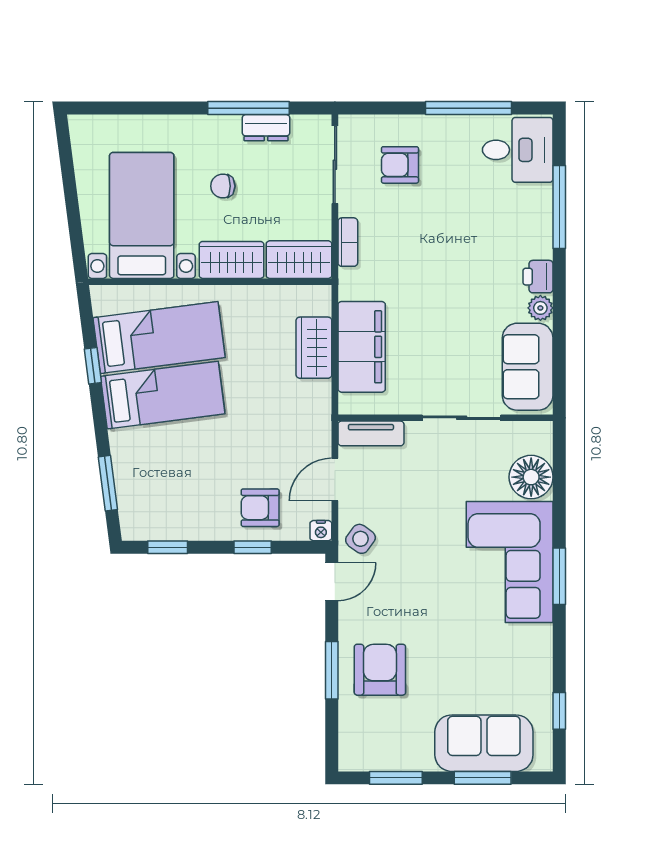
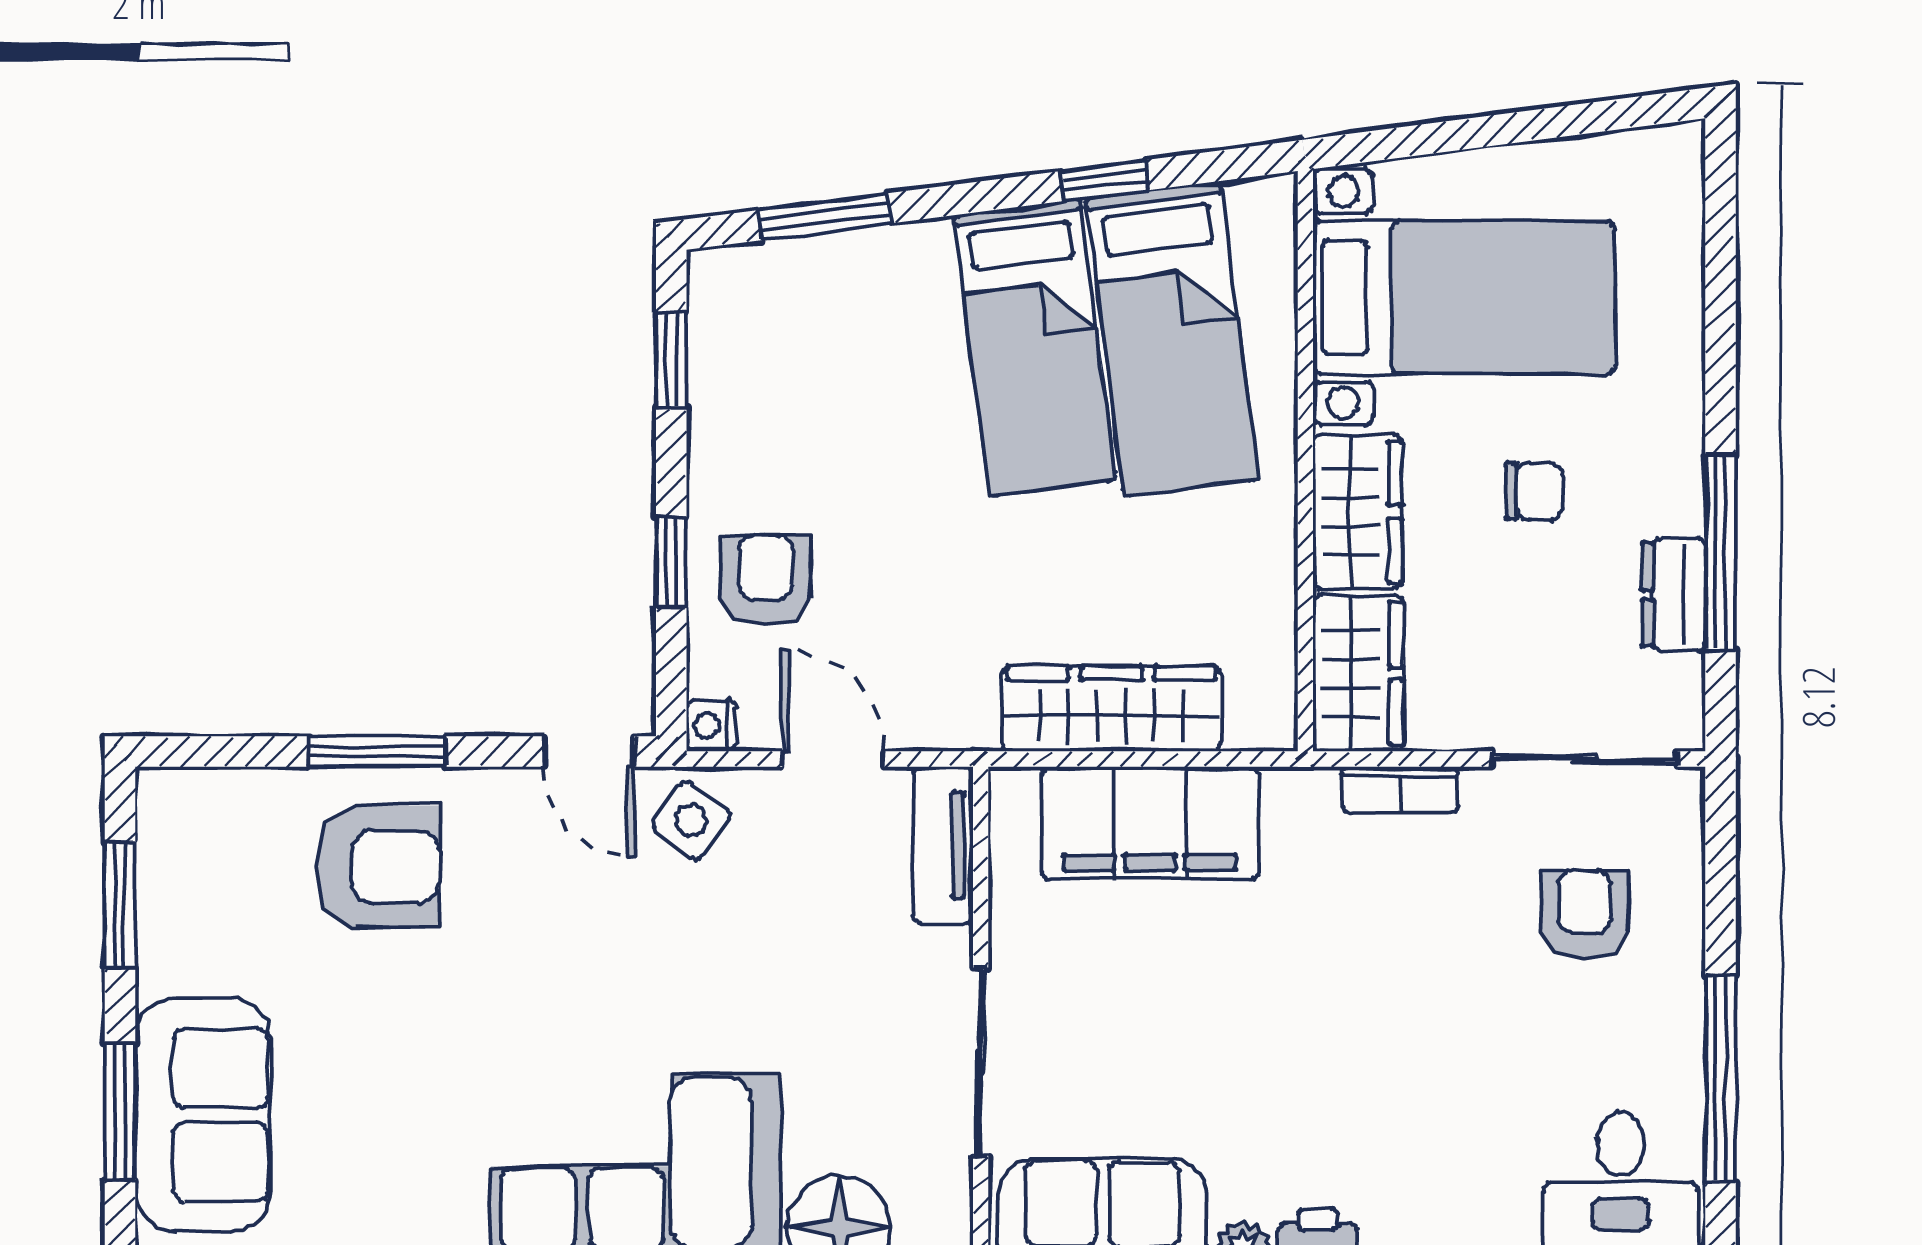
chair: (223, 186) -> (1534, 491), turned 90
wardrobe: (314, 348) -> (1111, 709), width x1.50

